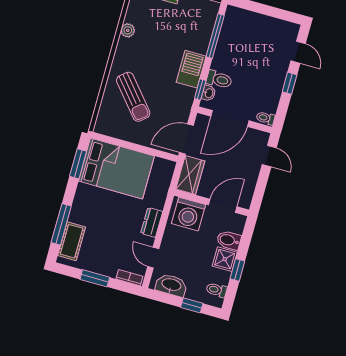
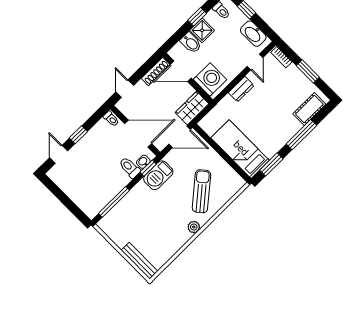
plant: (128, 30) -> (194, 227), moved
barbecue: (191, 69) -> (158, 175), moved
bed: (116, 168) -> (240, 149), width x0.67
shoe rack: (248, 191) -> (156, 71), added
window: (61, 224) -> (301, 135), moved

